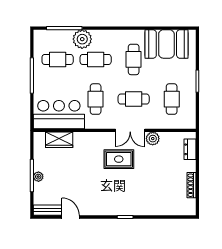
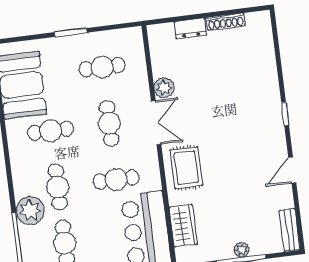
dresser: (190, 149) -> (190, 28), moved
rug: (119, 159) -> (186, 168), moved
door: (71, 217) -> (292, 170), moved

